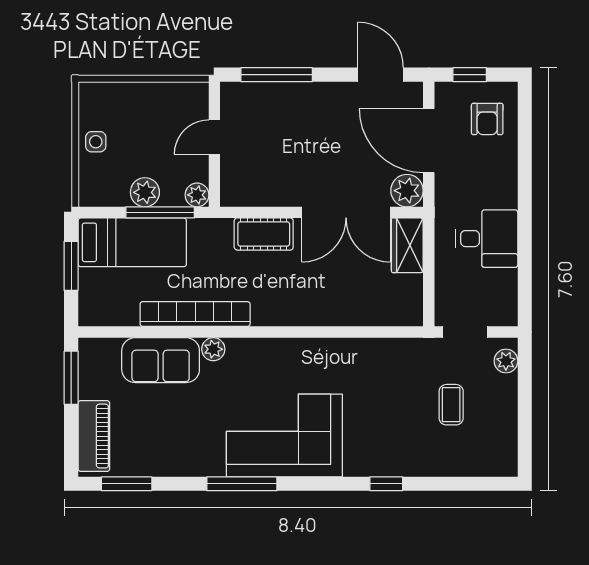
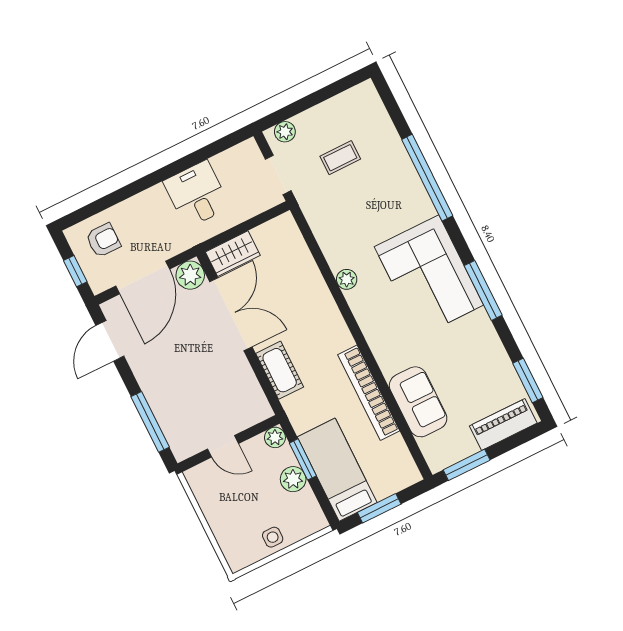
window: (160, 212) -> (303, 459), width x0.69
plant: (213, 349) -> (347, 279), moved
window: (386, 484) -> (427, 178), width x3.17

